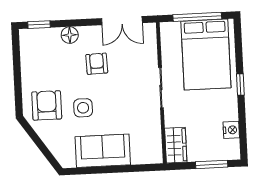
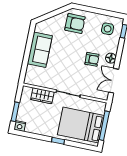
floor lamp: (70, 35) -> (111, 58), moved
side table: (83, 108) -> (108, 29), moved
nightstand: (231, 130) -> (20, 126), moved
wardrobe: (176, 145) -> (42, 96), moved

